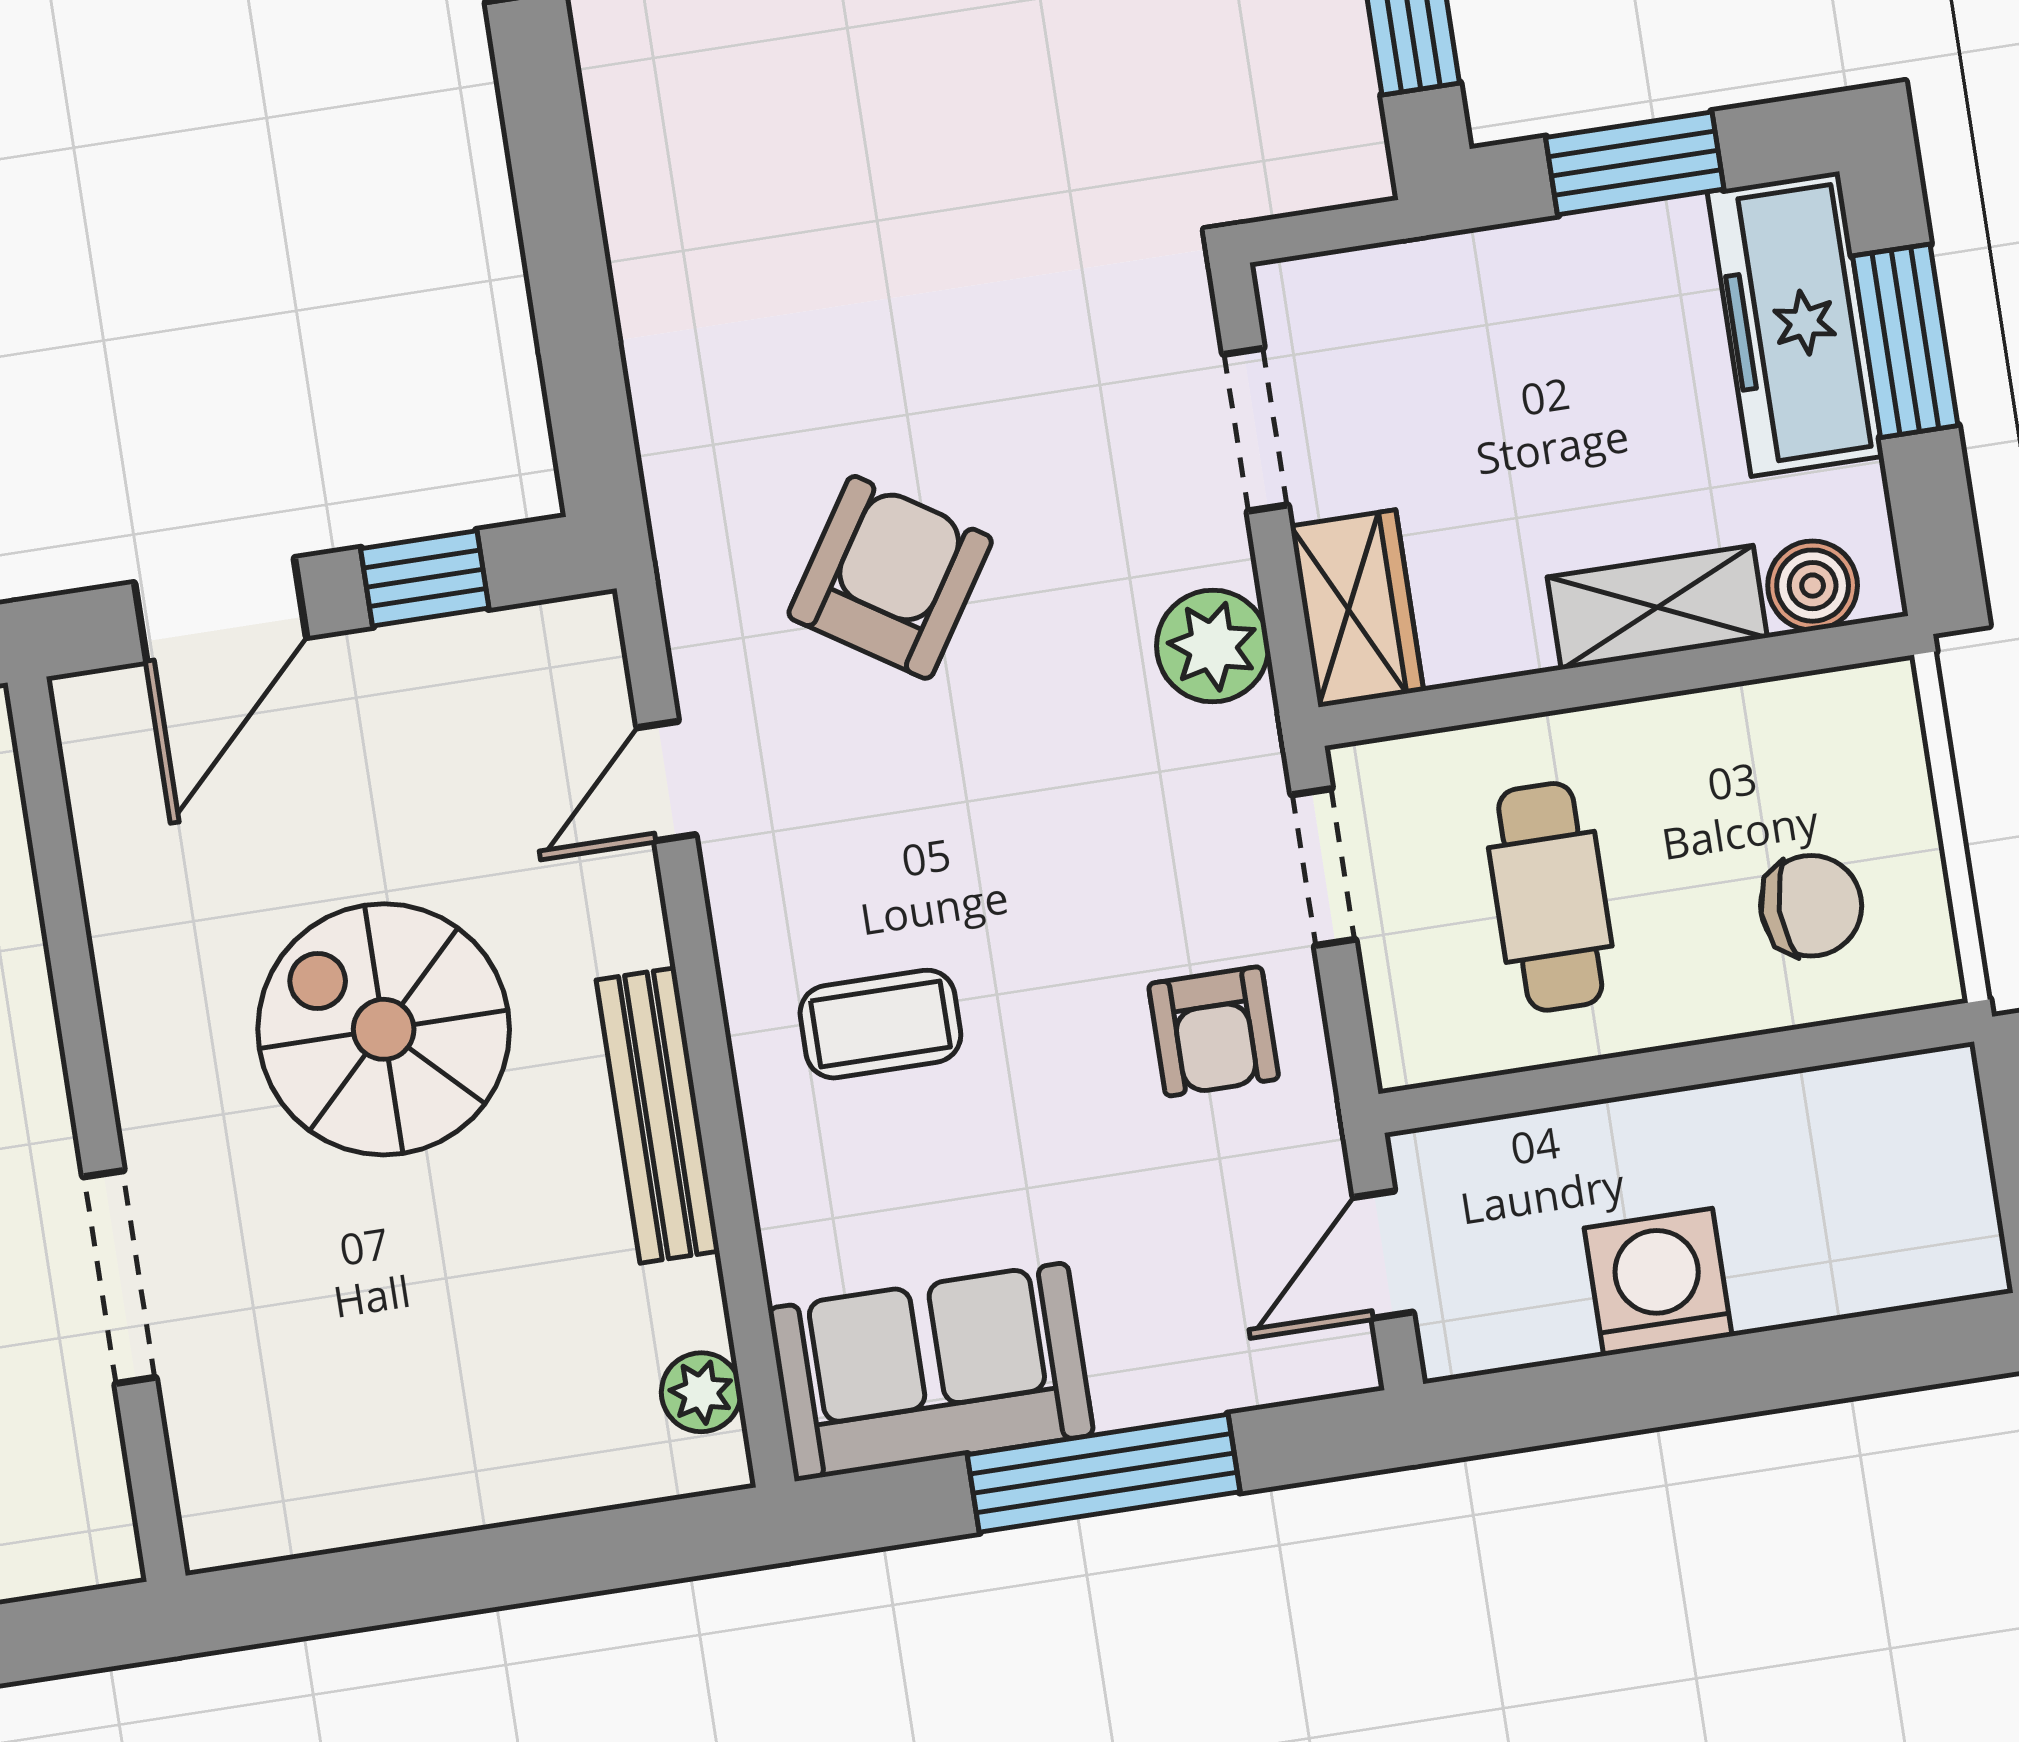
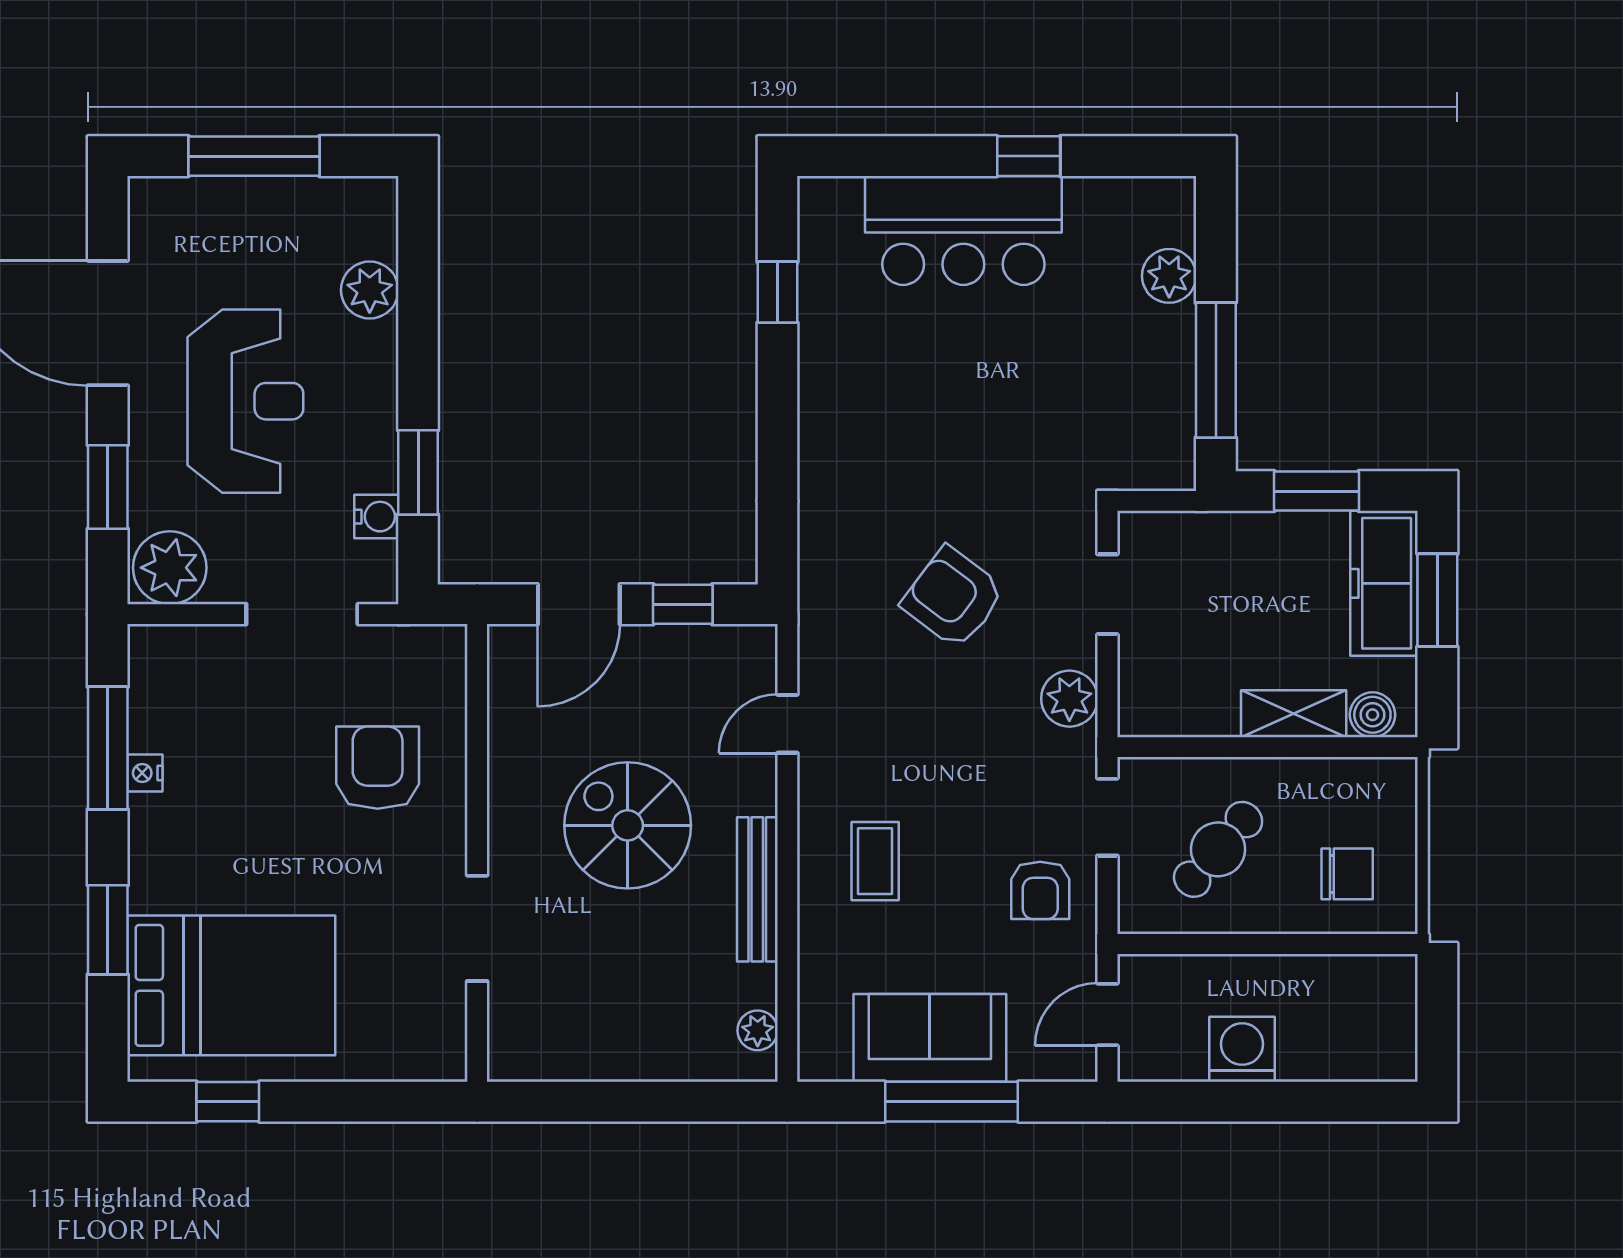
armchair: (890, 577) -> (953, 598), moved, turned -86
wardrobe: (1357, 608) -> (1144, 691), removed
cafe table: (1550, 897) -> (1218, 849), turned 41
coffee table: (880, 1024) -> (875, 861), turned 90
sofa: (931, 1372) -> (930, 1038), moved

